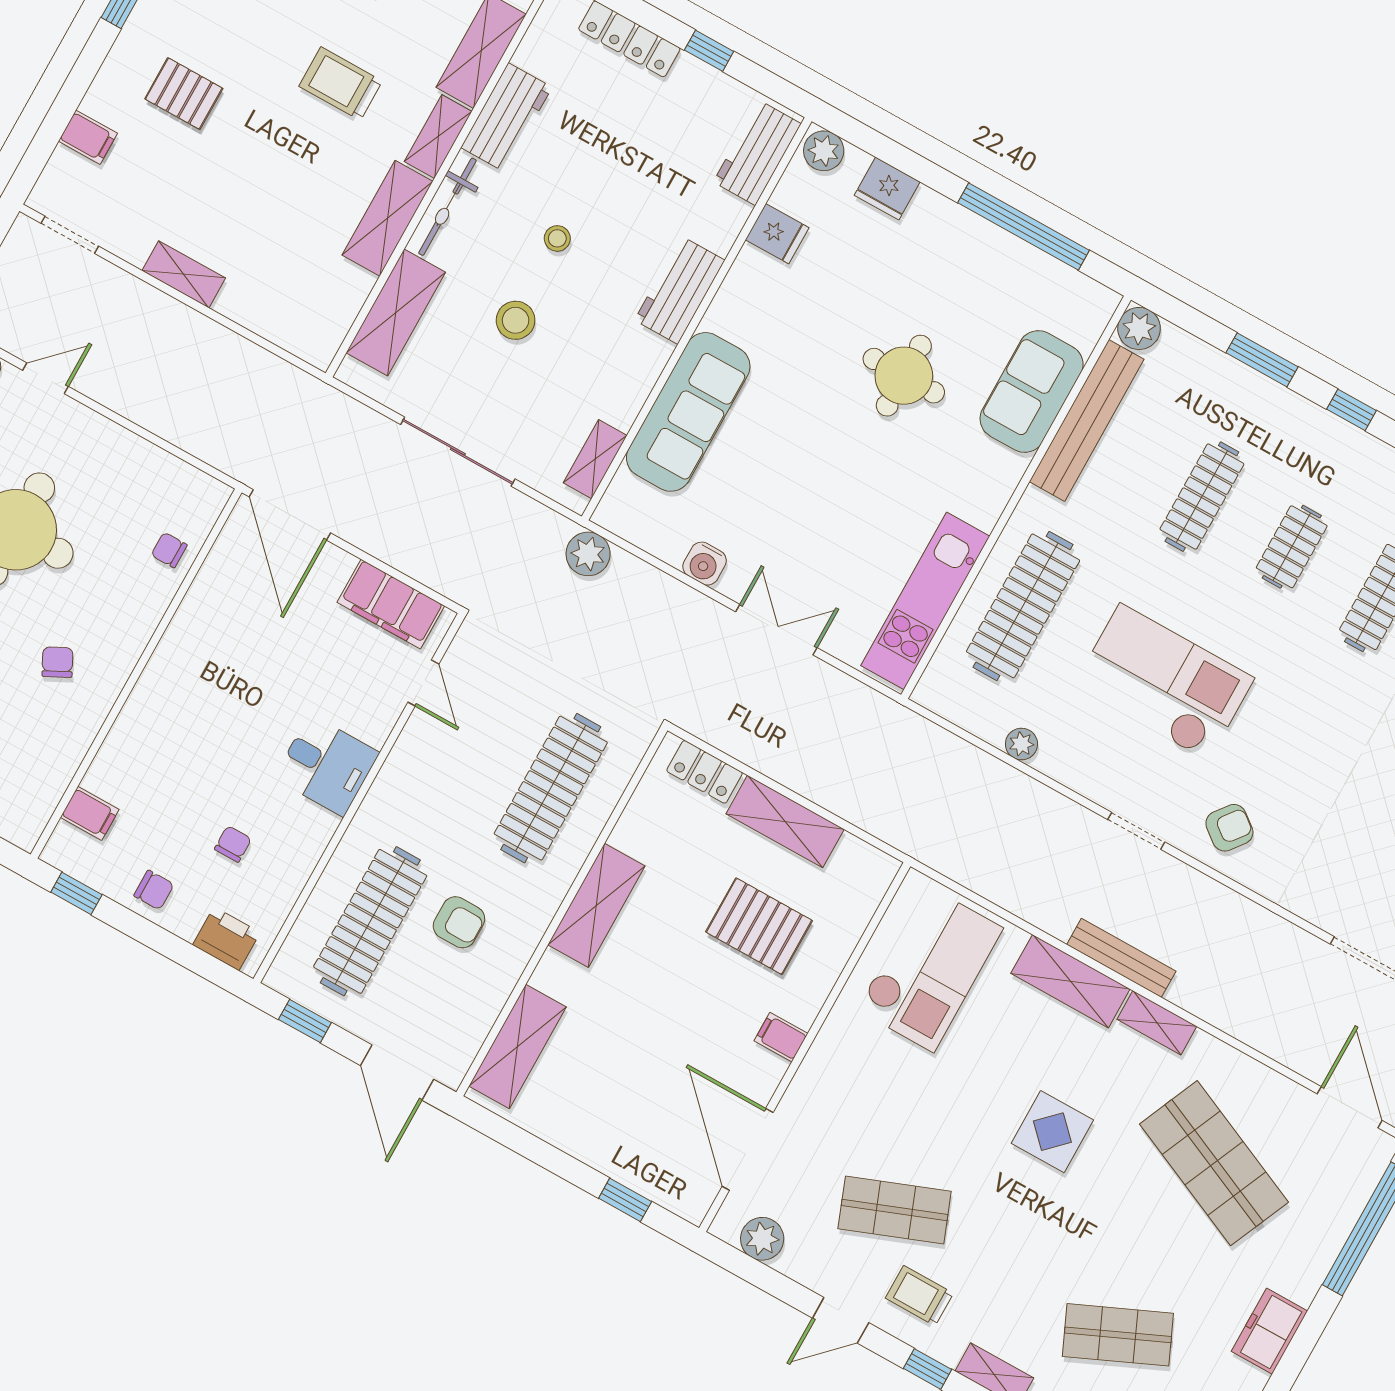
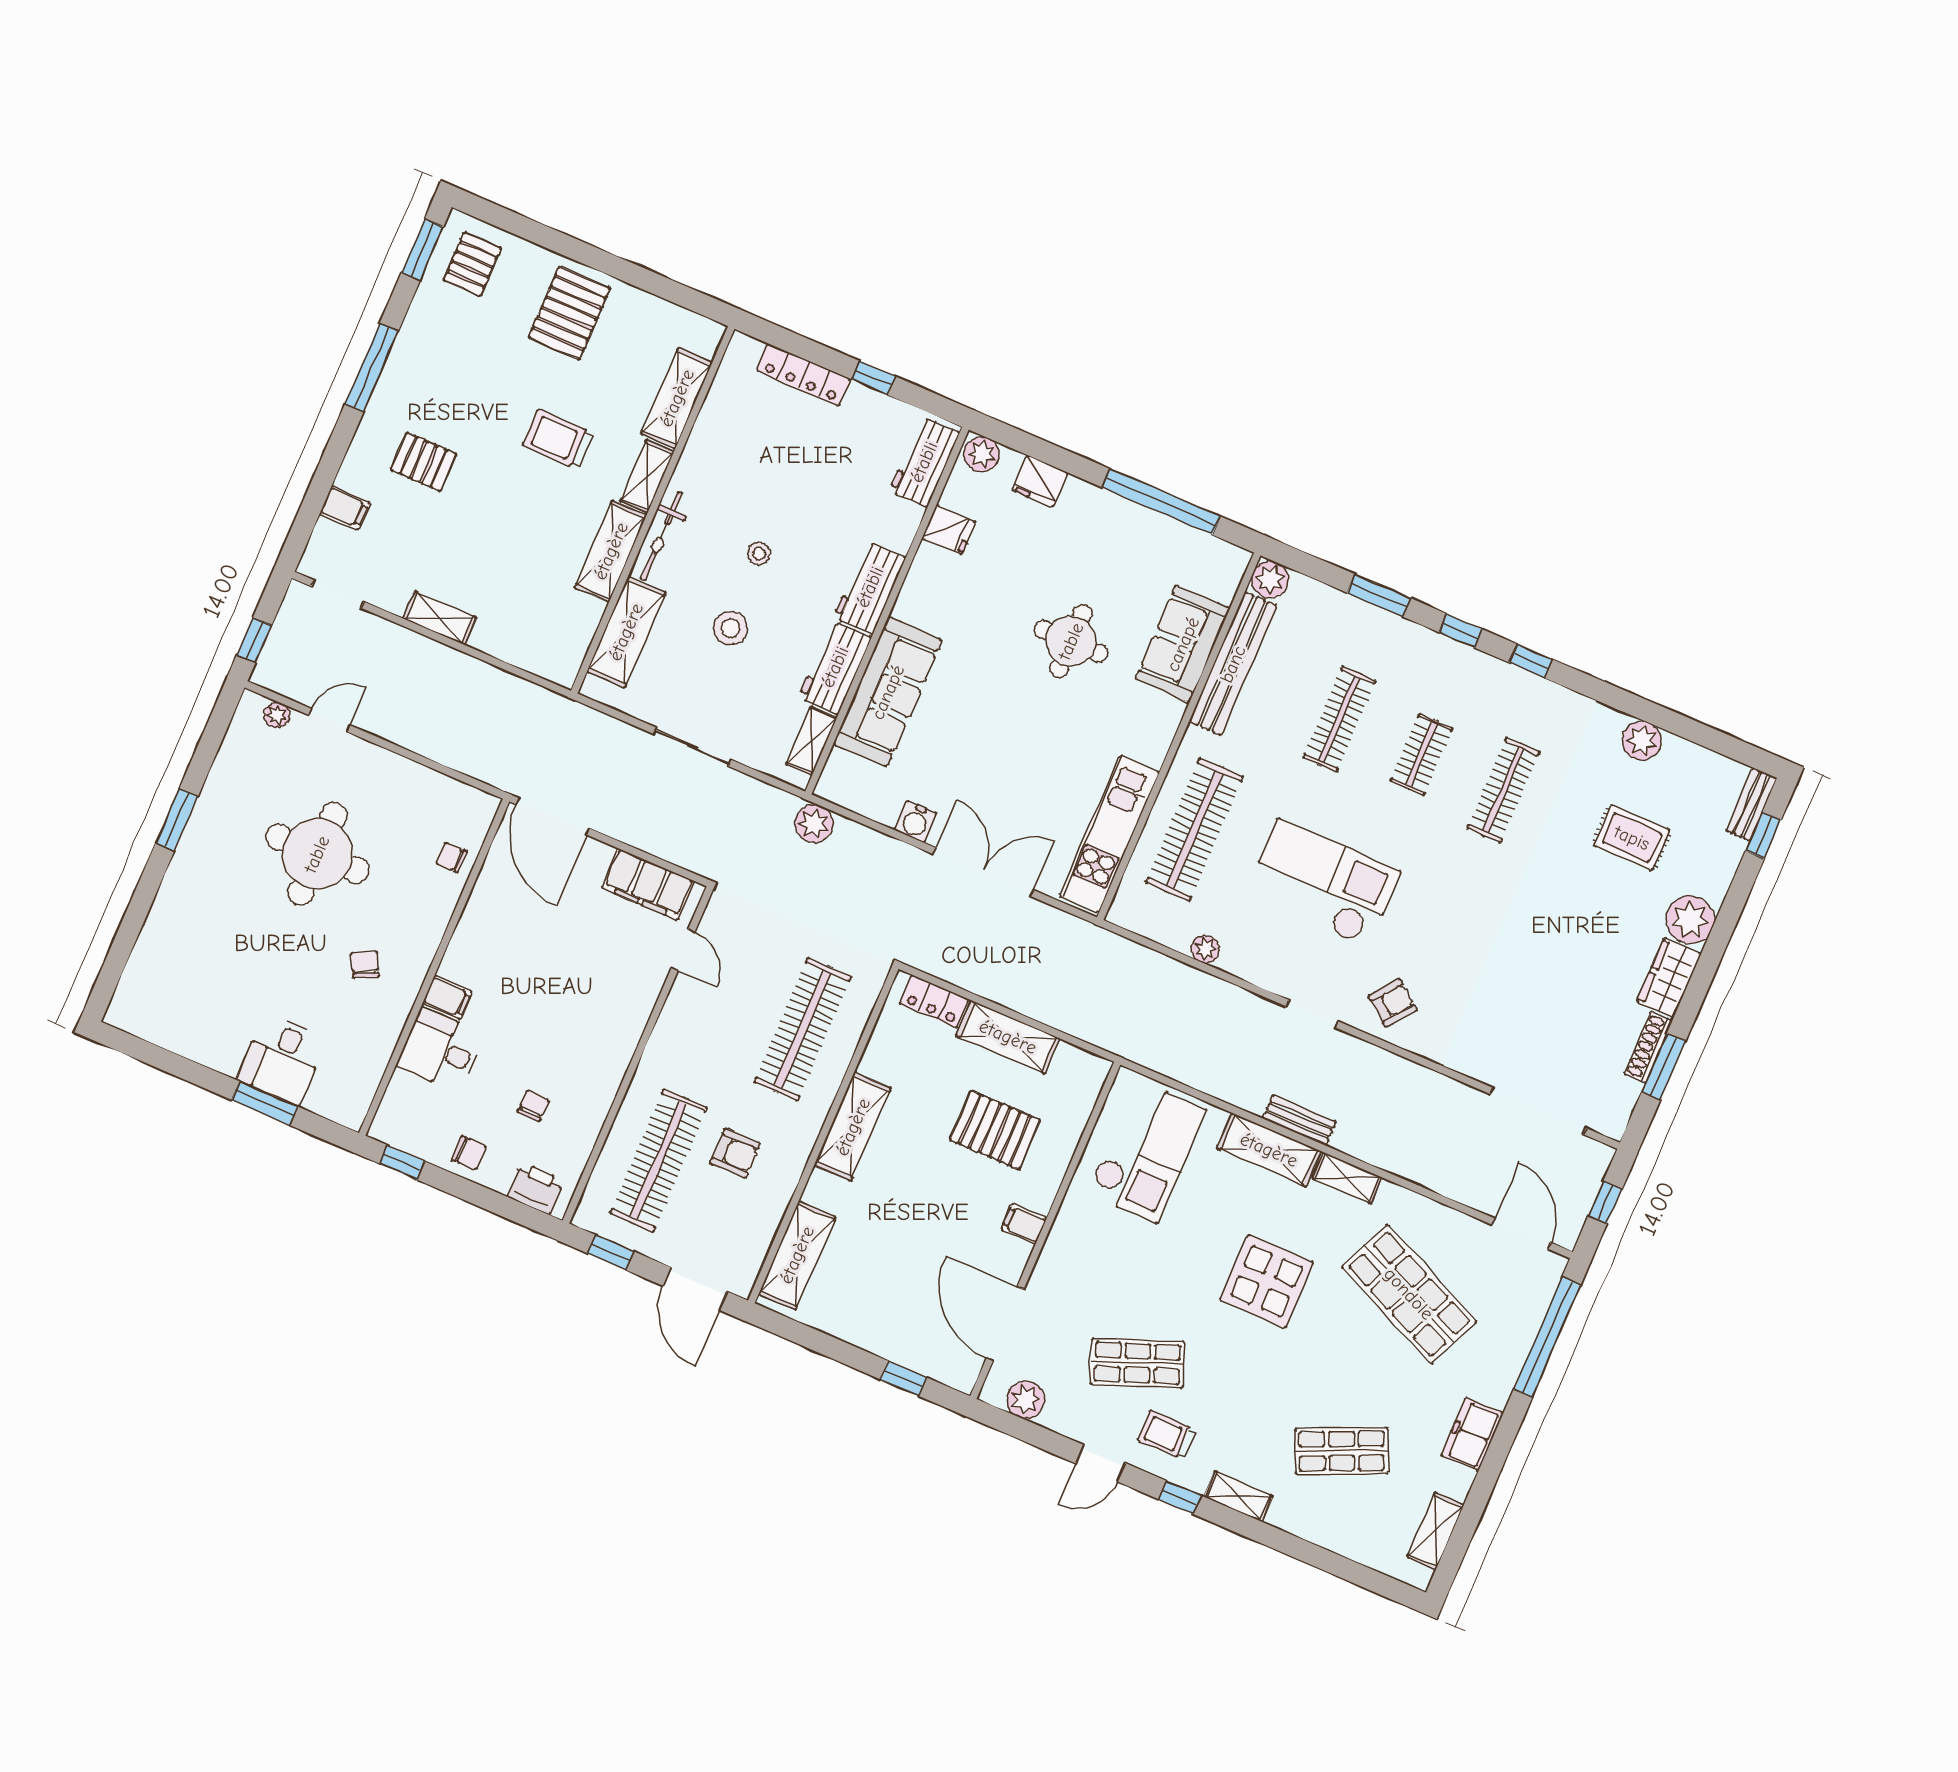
workbench: (506, 117) -> (835, 667), moved, turned 180
sliding door: (458, 452) -> (692, 747), width x0.73
double door: (776, 630) -> (983, 872), width x1.37
desk: (327, 765) -> (440, 1050), moved, turned 180
filing cabinet: (90, 813) -> (447, 997), moved
bench: (1121, 958) -> (1299, 1120), width x0.73
display table: (1052, 1132) -> (1267, 1281), width x1.36, depth x1.36

